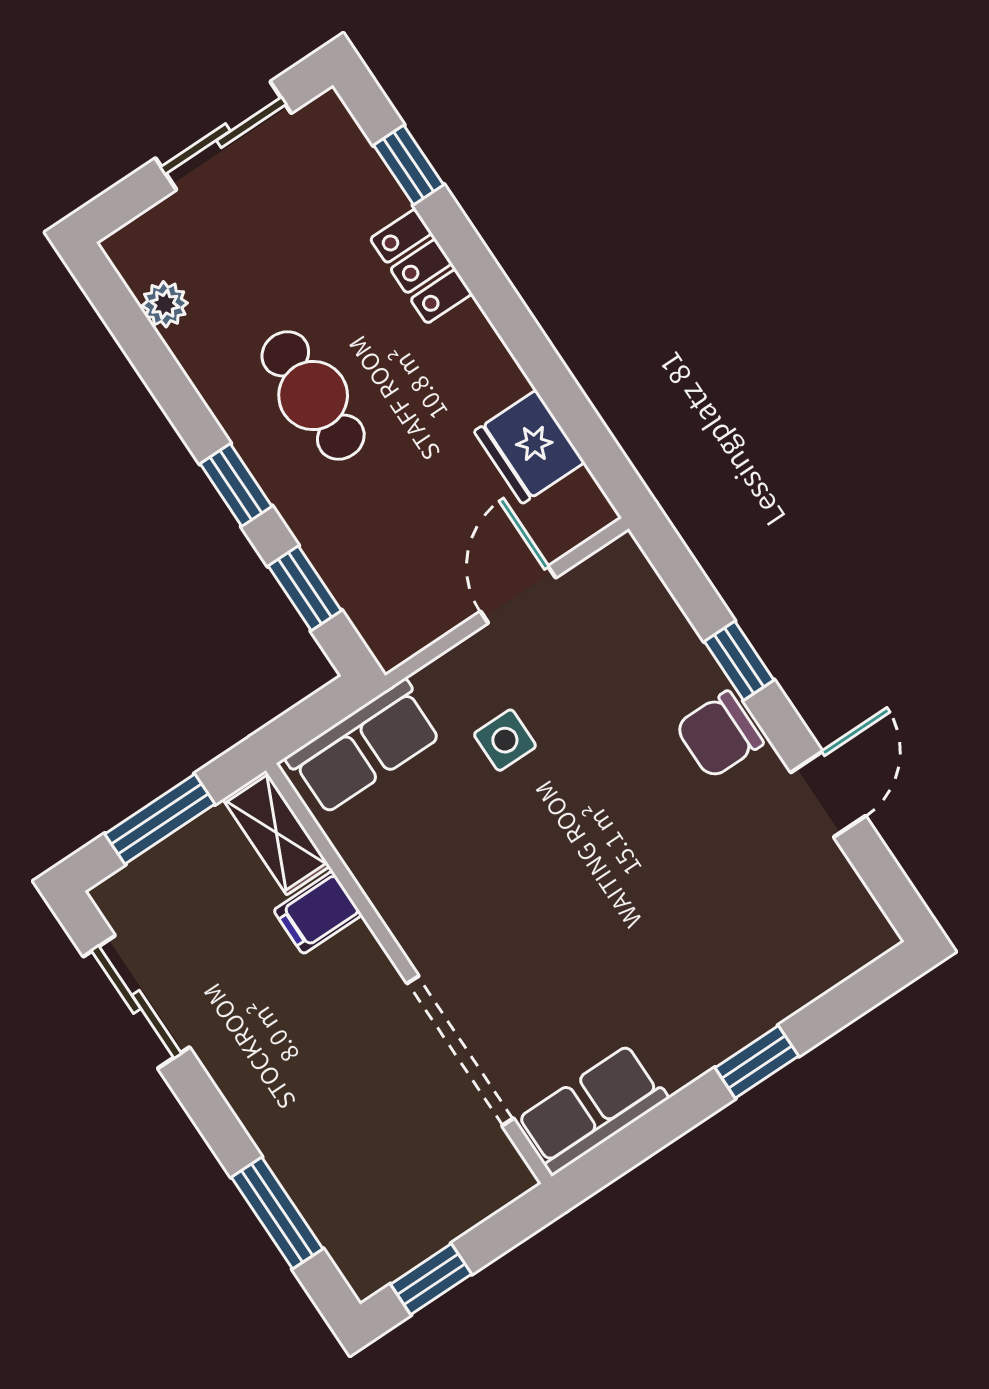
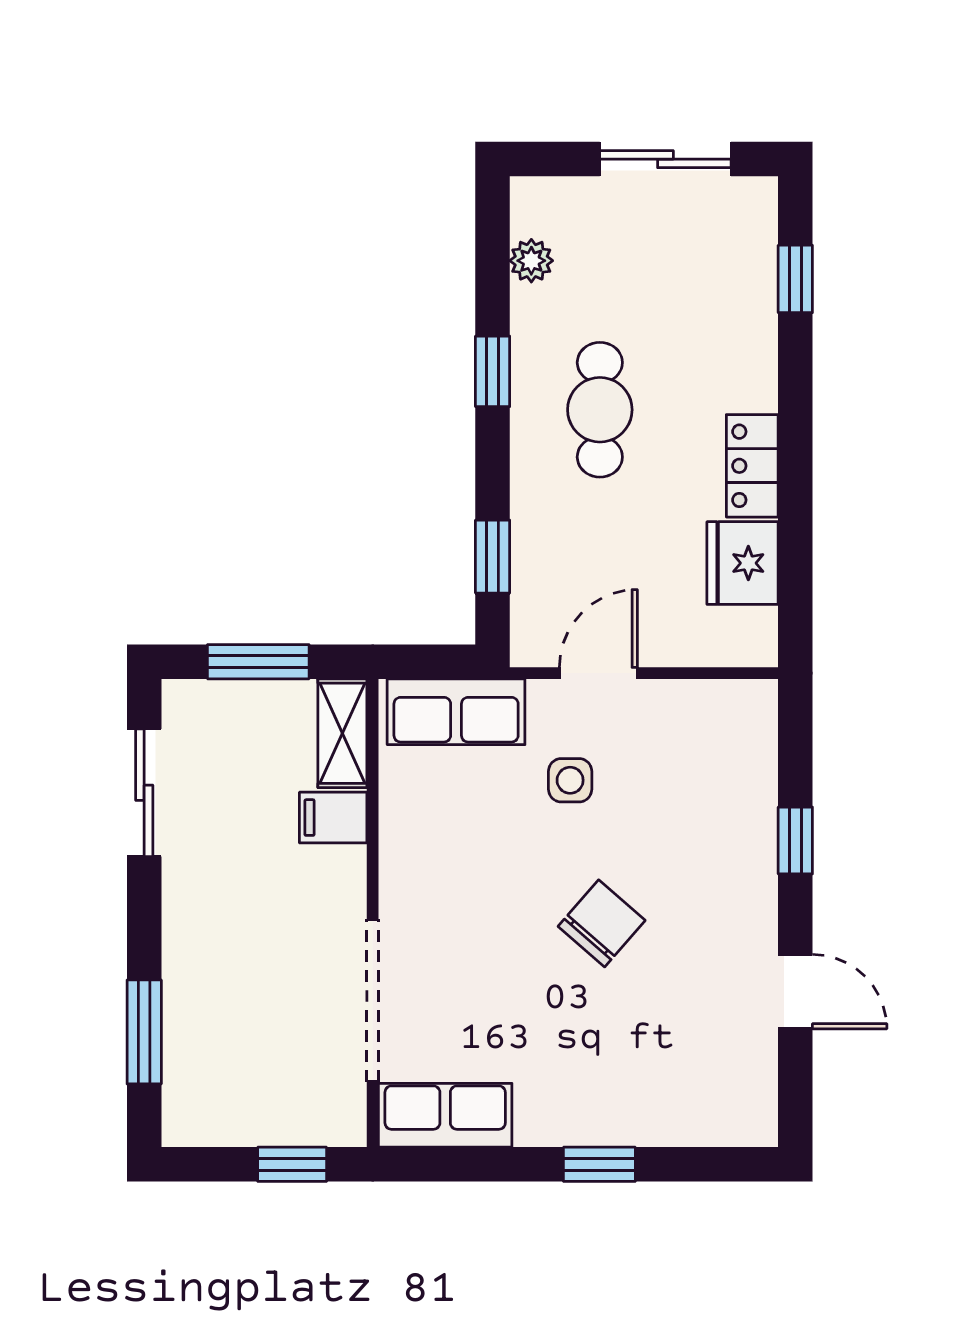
locker: (421, 266) -> (752, 466), moved
window: (236, 485) -> (493, 371), moved
door: (518, 595) -> (598, 673), moved
chair: (719, 735) -> (602, 923), moved, turned 131
door: (828, 794) -> (795, 992), hinge flipped
window: (431, 1279) -> (292, 1164), moved

